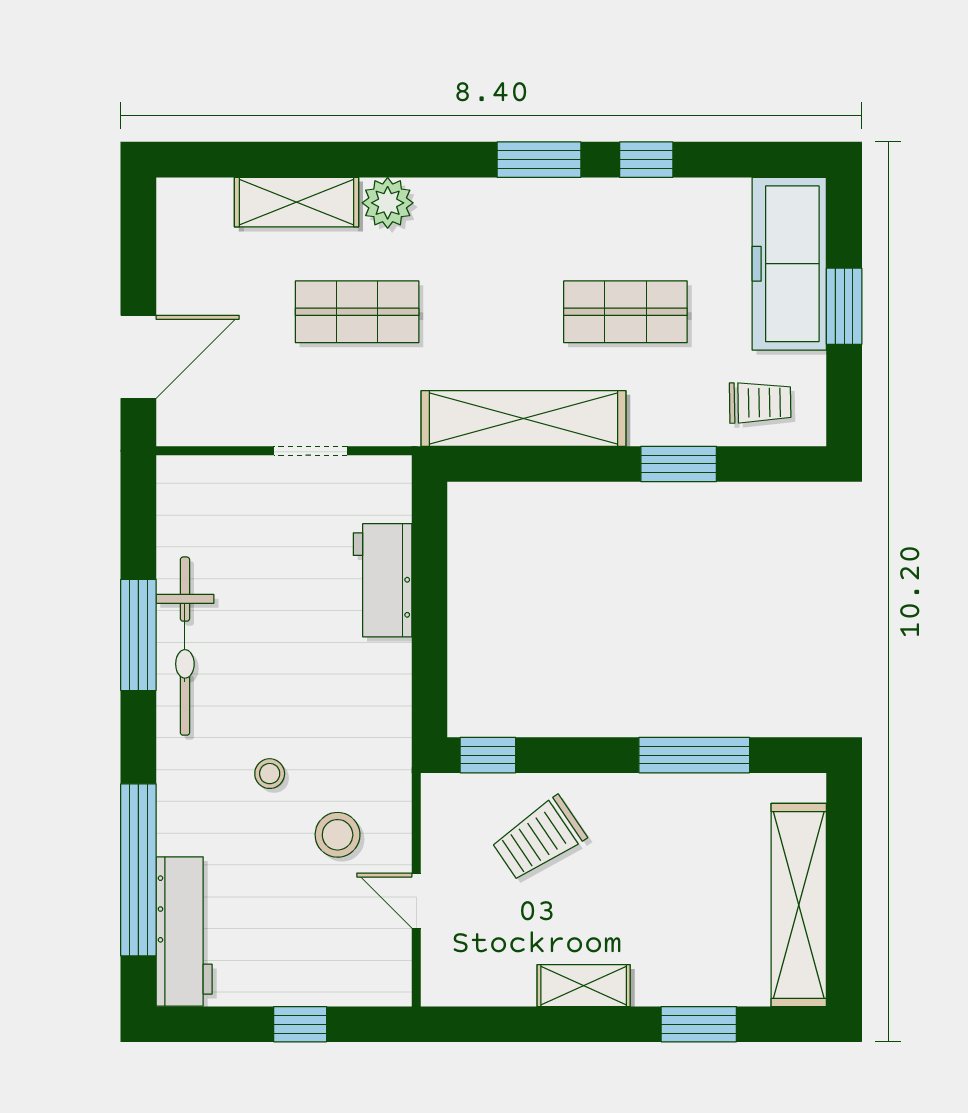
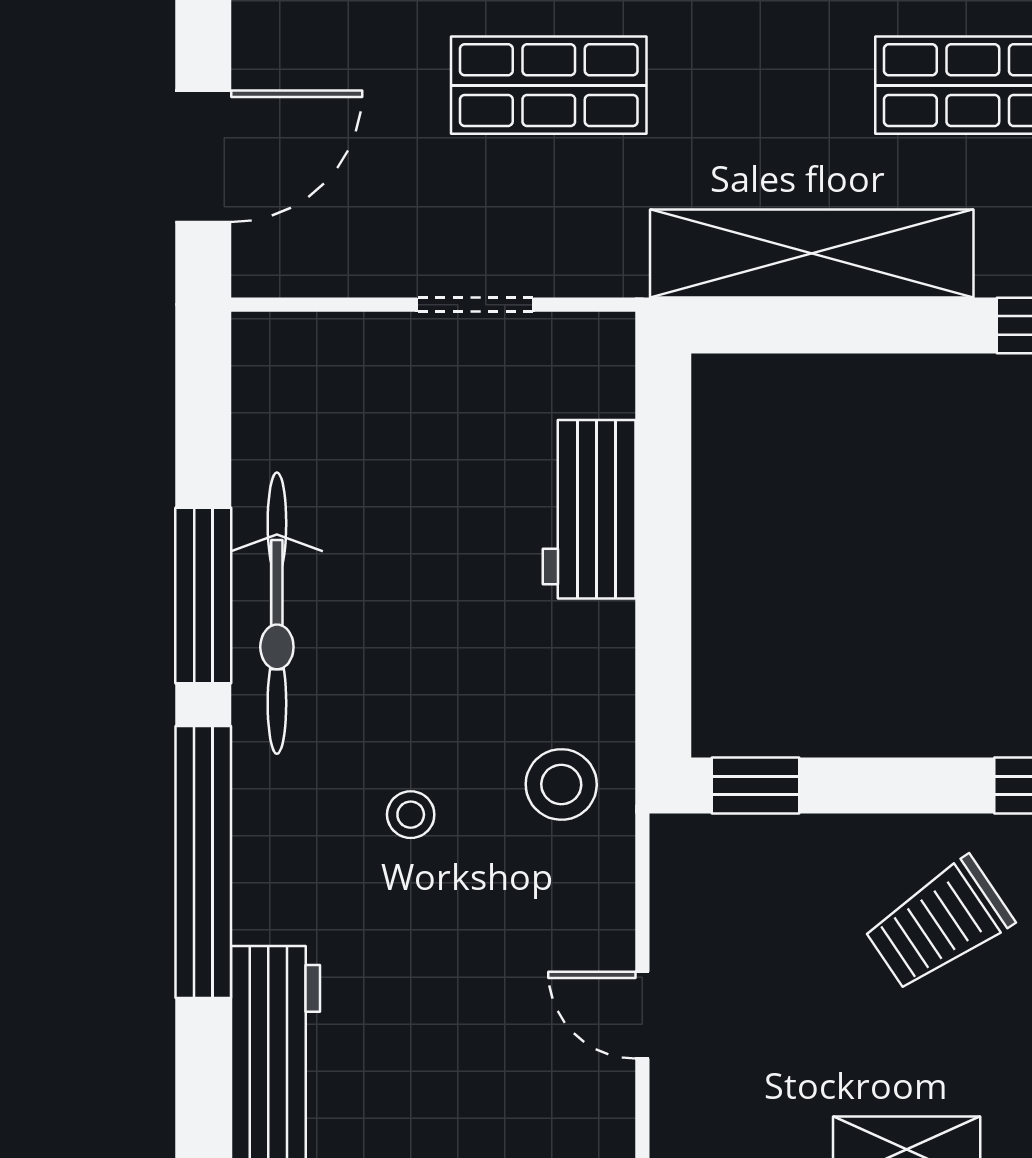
stool: (338, 835) -> (561, 784), moved
trolley: (539, 839) -> (939, 924), moved
window: (138, 870) -> (203, 862), moved

